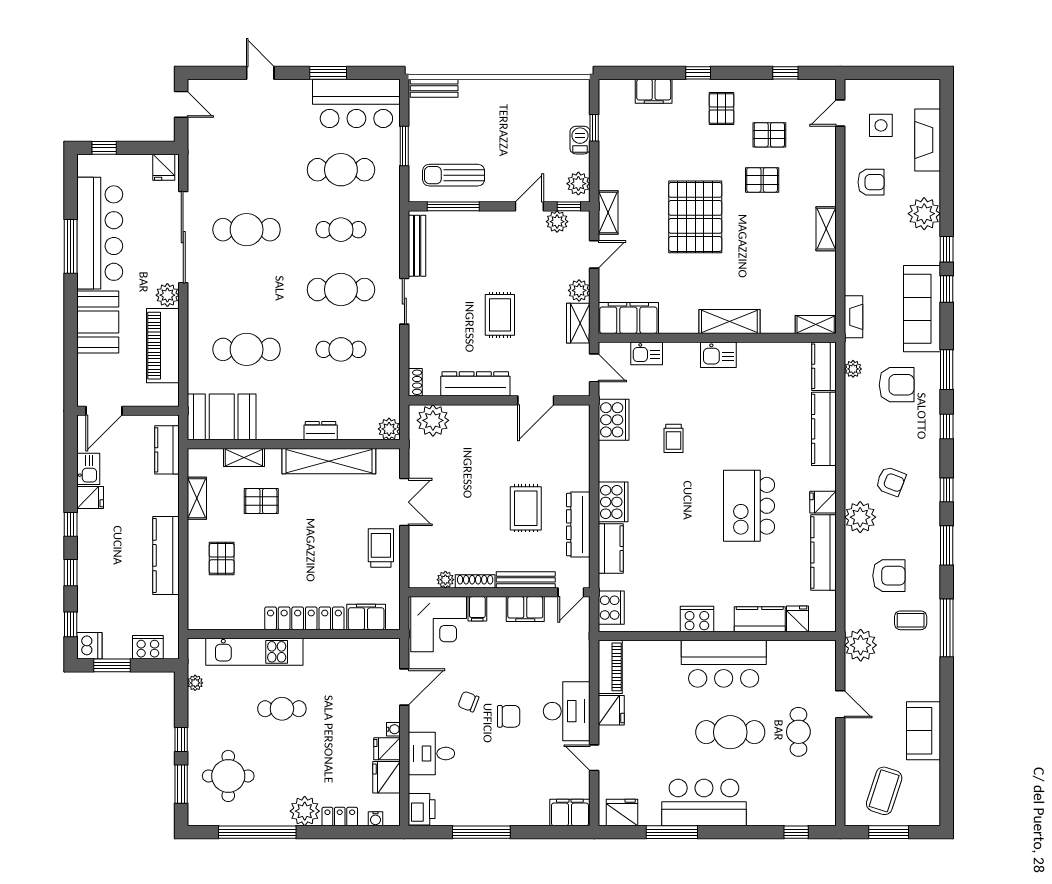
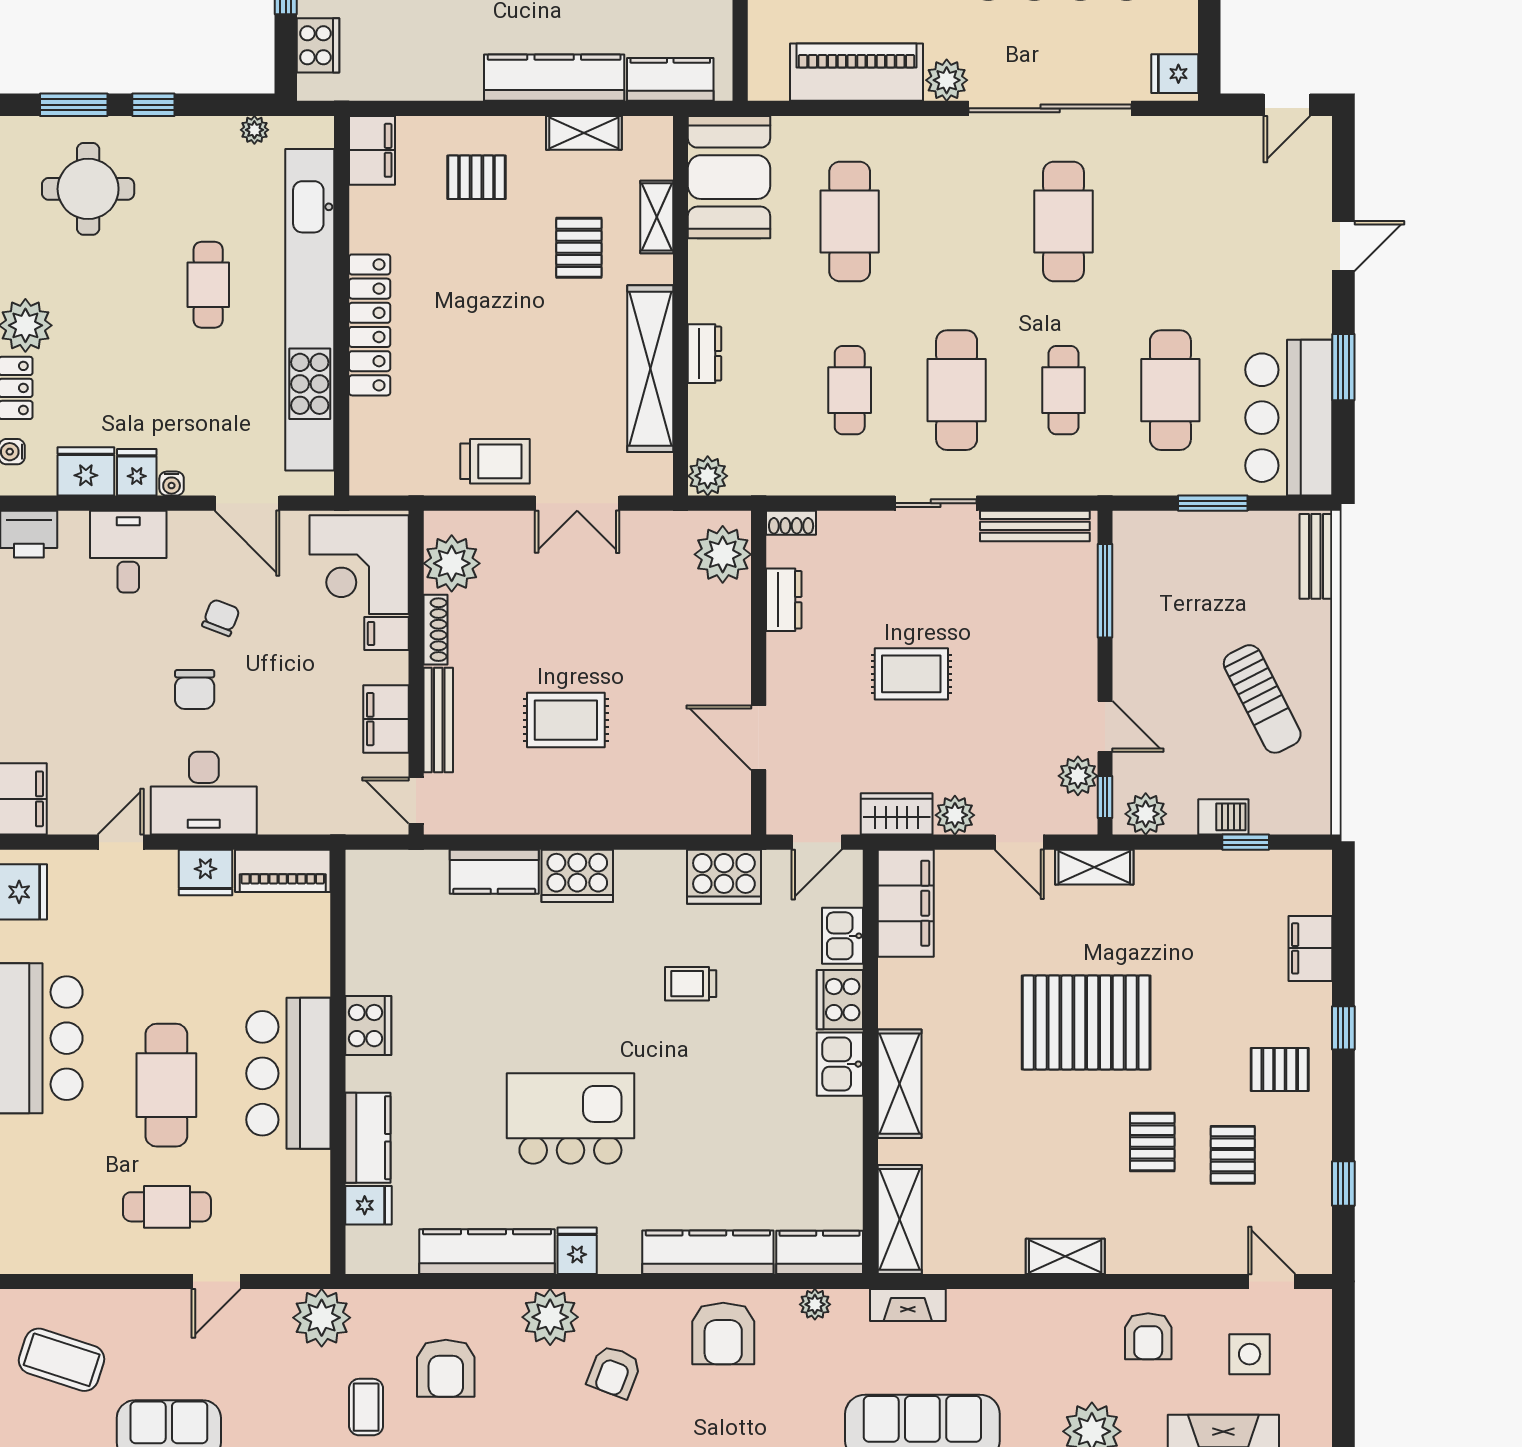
sun lounger: (454, 175) -> (1262, 699), moved, turned 153
shelving: (816, 324) -> (900, 1219), width x1.50, depth x1.33
dresser: (475, 384) -> (784, 600), width x0.51, depth x0.80
armchair: (897, 385) -> (723, 1334), moved
dresser: (578, 525) -> (537, 814), removed
kitchen counter: (166, 555) -> (554, 78), moved
plant: (445, 580) -> (452, 563), width x1.87, depth x1.87
cooker: (611, 608) -> (840, 1000), moved, turned 90
filing cabinet: (366, 617) -> (372, 150), moved
kitchen unit: (254, 652) -> (310, 310), width x1.86

